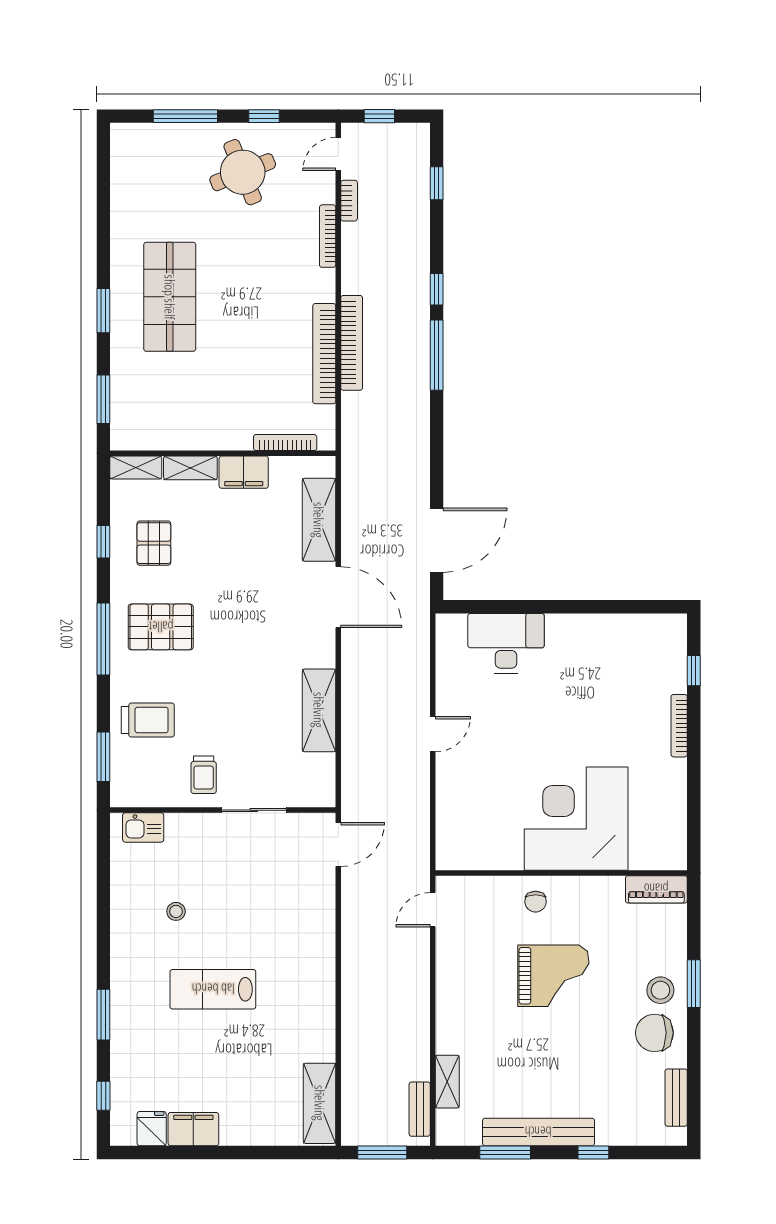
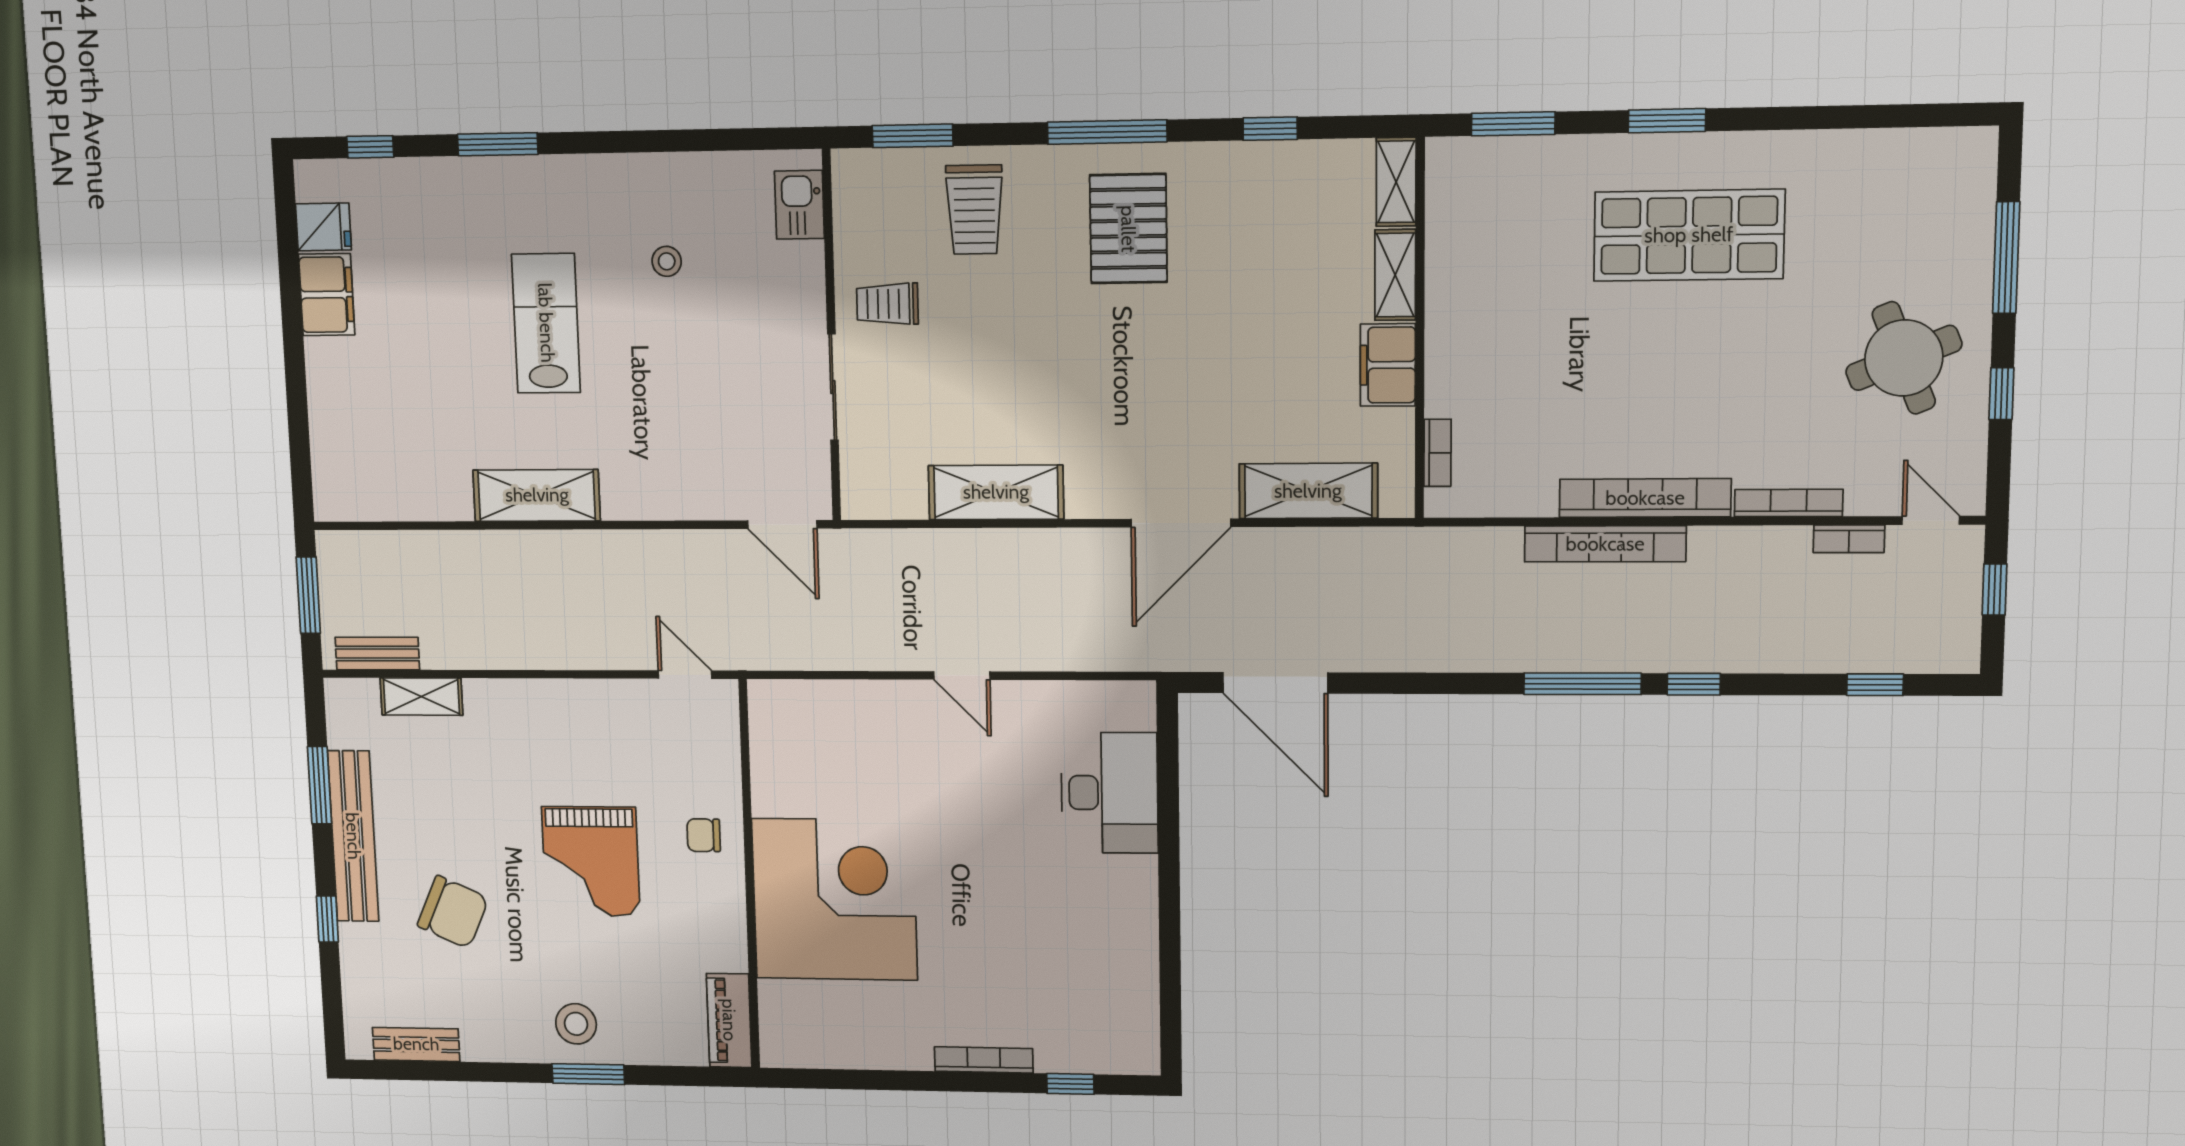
bookcase: (324, 354) -> (1645, 498), moved
bookcase: (285, 443) -> (1437, 453), width x0.64
pallet: (154, 543) -> (1268, 215), removed
chair: (654, 1033) -> (453, 912), moved, turned 114
shelving: (320, 1103) -> (537, 495), moved

